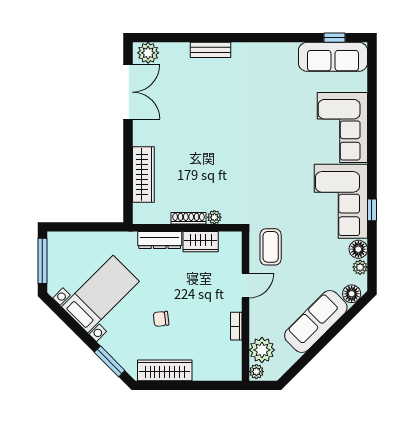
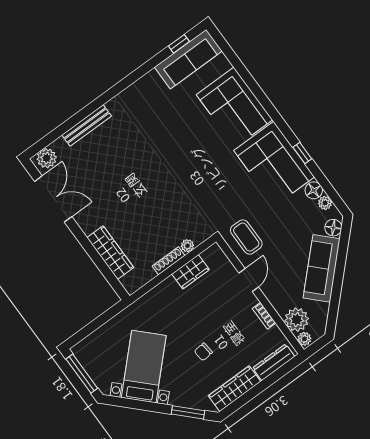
bench: (211, 50) -> (87, 126), width x1.36
dresser: (160, 240) -> (274, 362), moved, turned 180

